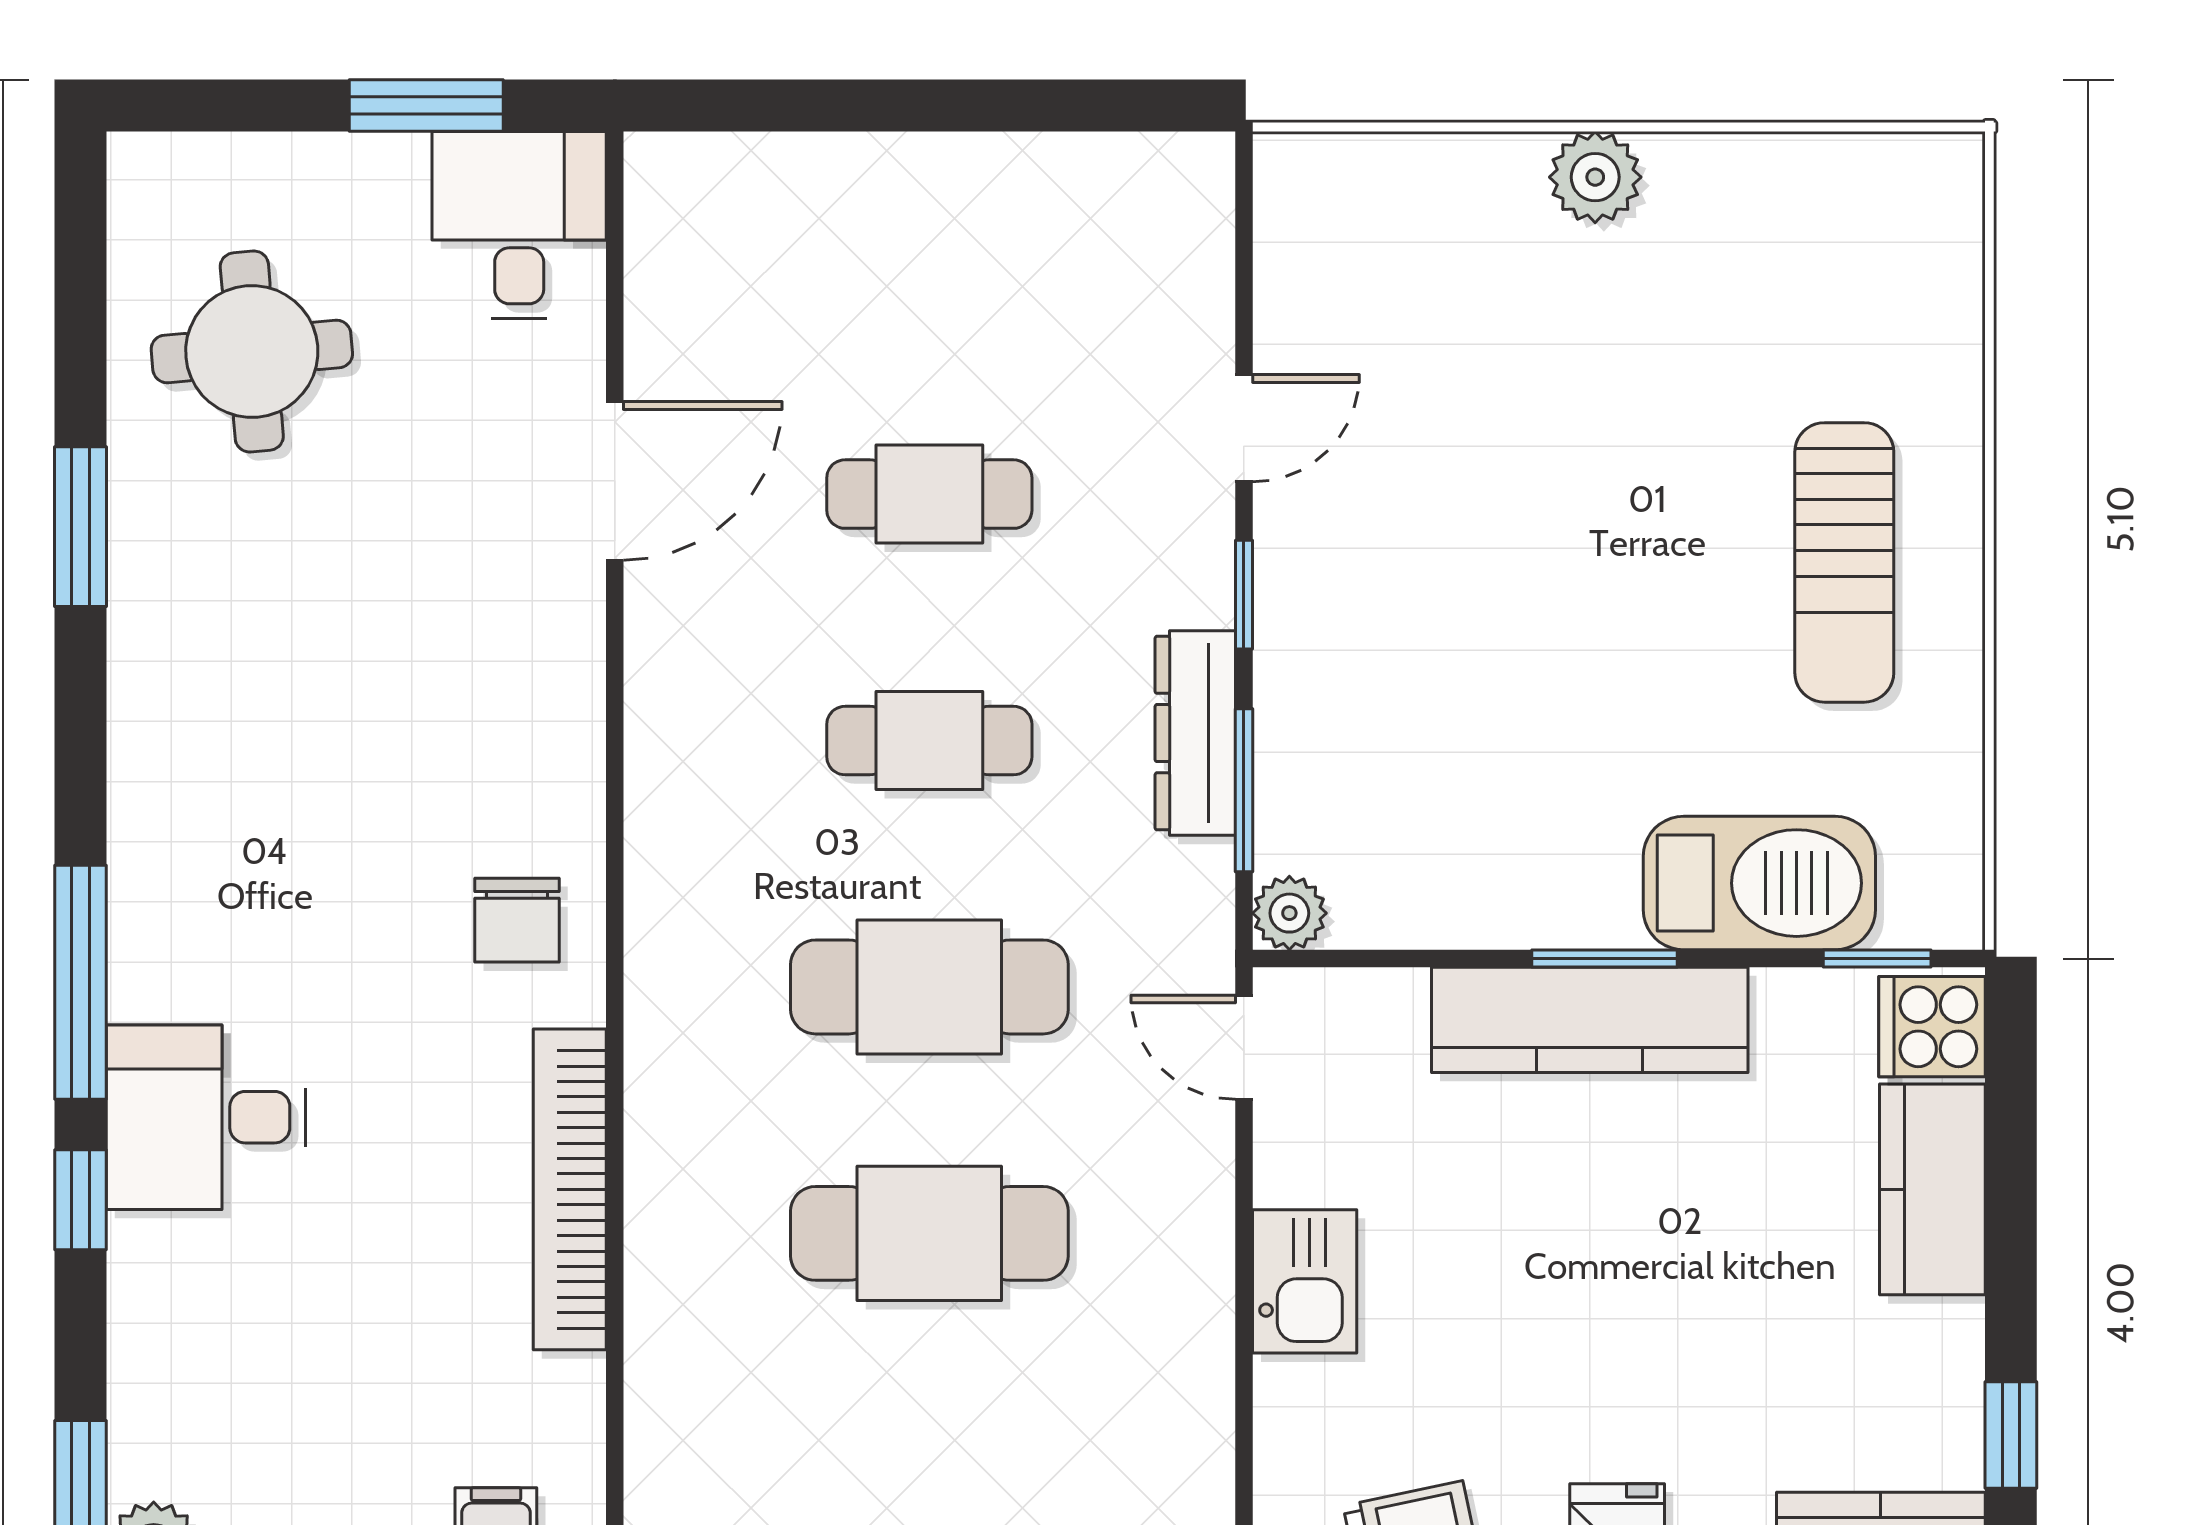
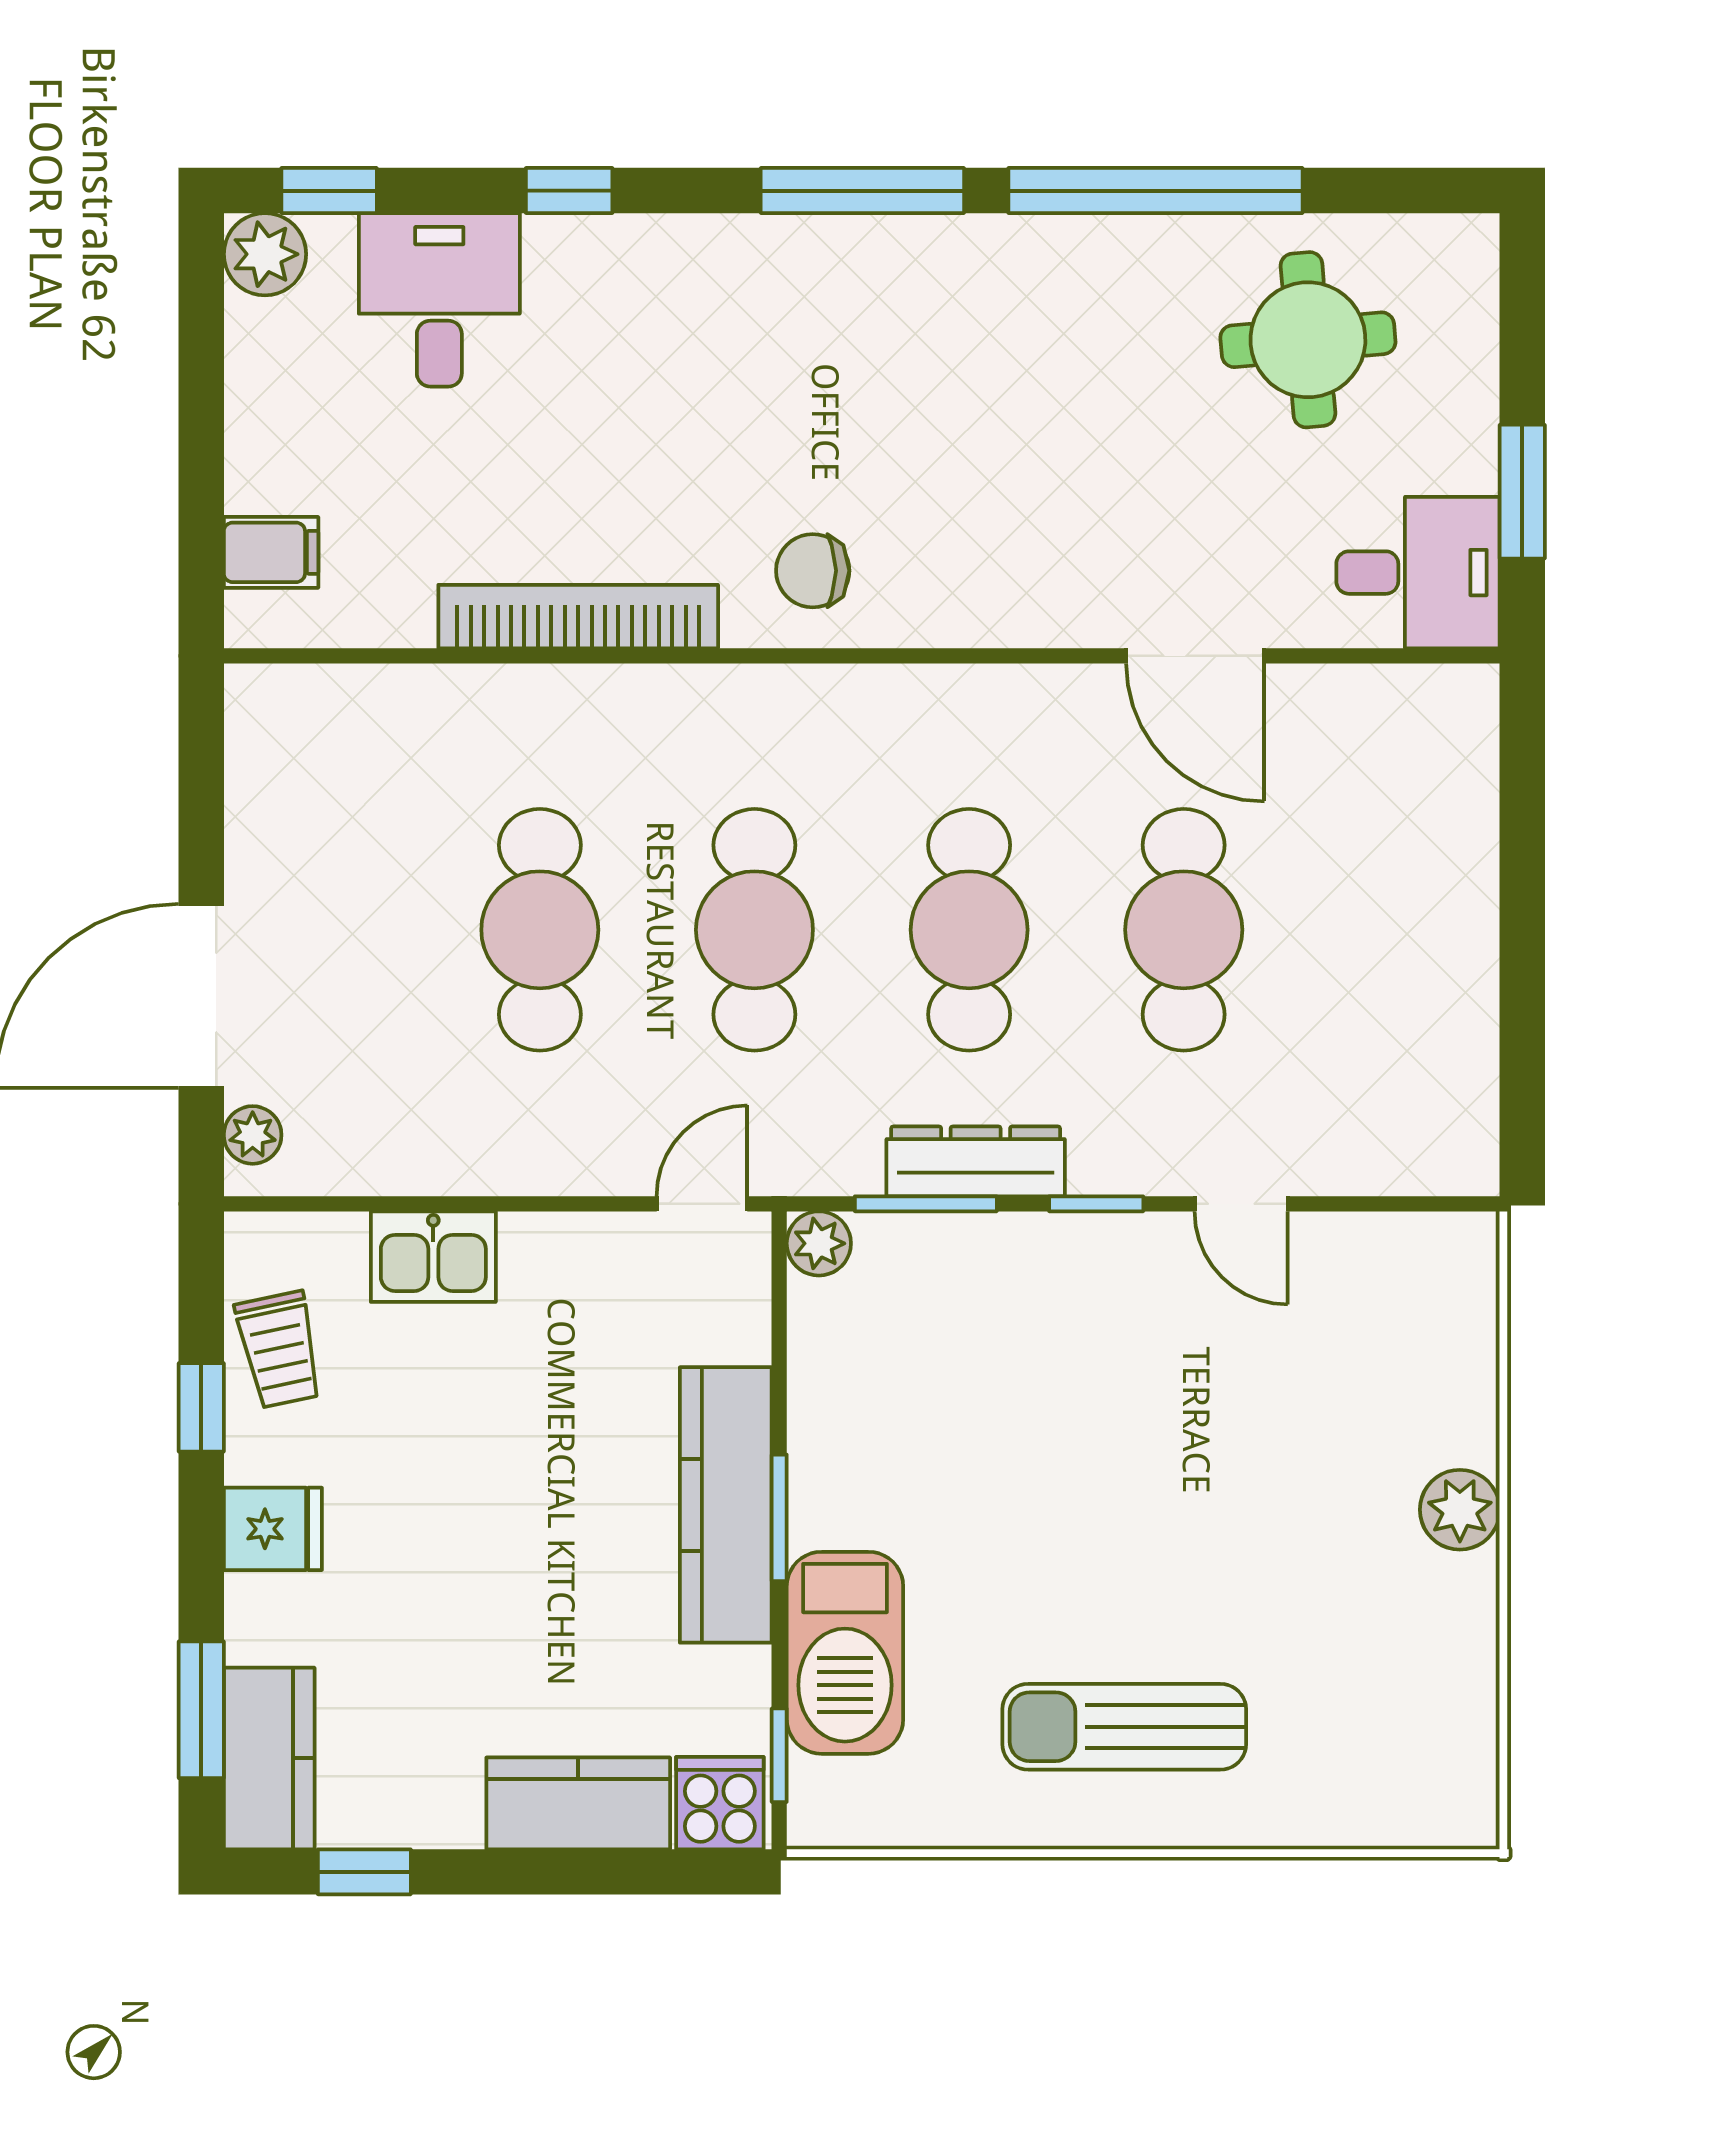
cafe table: (929, 494) -> (1184, 930), width x1.37, depth x1.35
window: (81, 527) -> (1155, 191), width x2.11
cafe table: (929, 741) -> (969, 930), width x1.37, depth x1.35
window: (81, 982) -> (862, 191), moved
desk: (206, 1117) -> (439, 300), moved
kitchen sink: (1305, 1281) -> (433, 1257), moved

